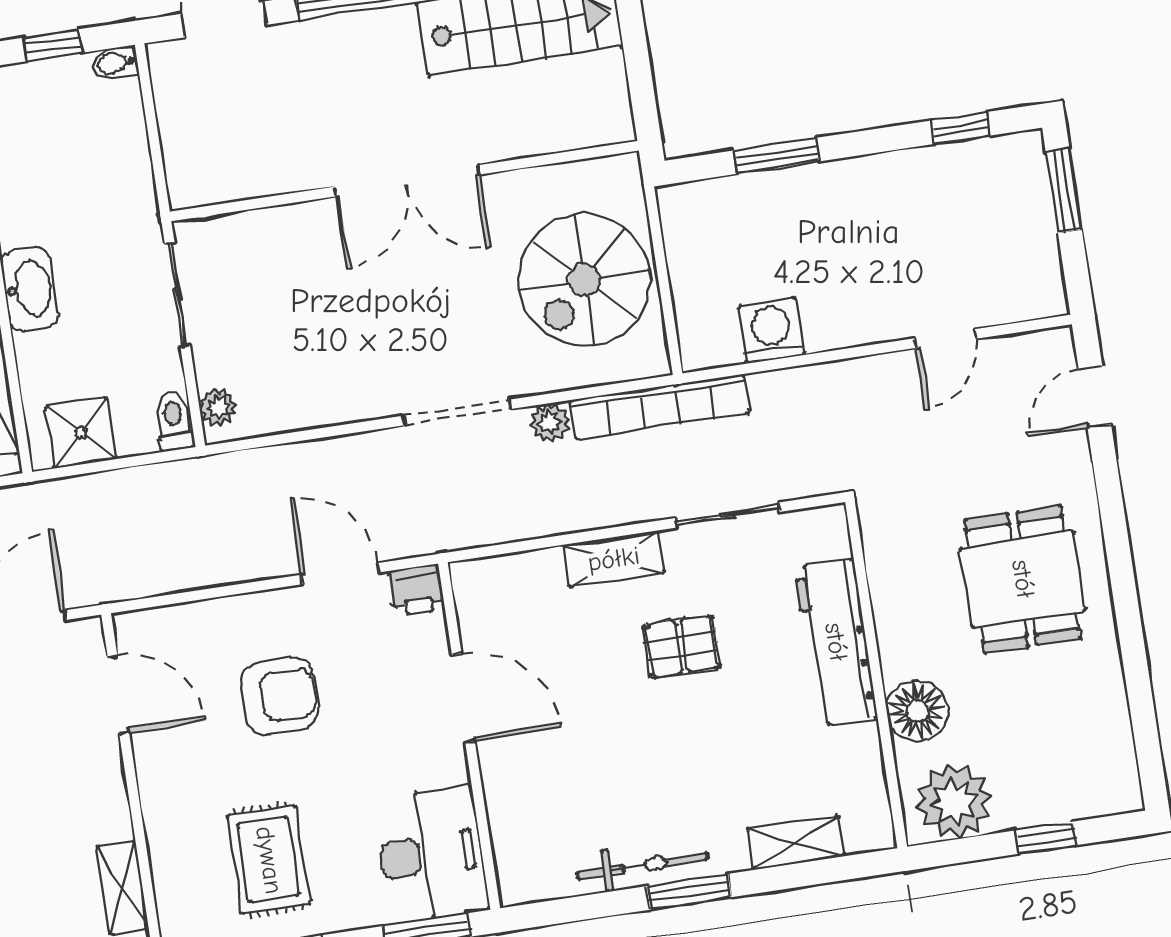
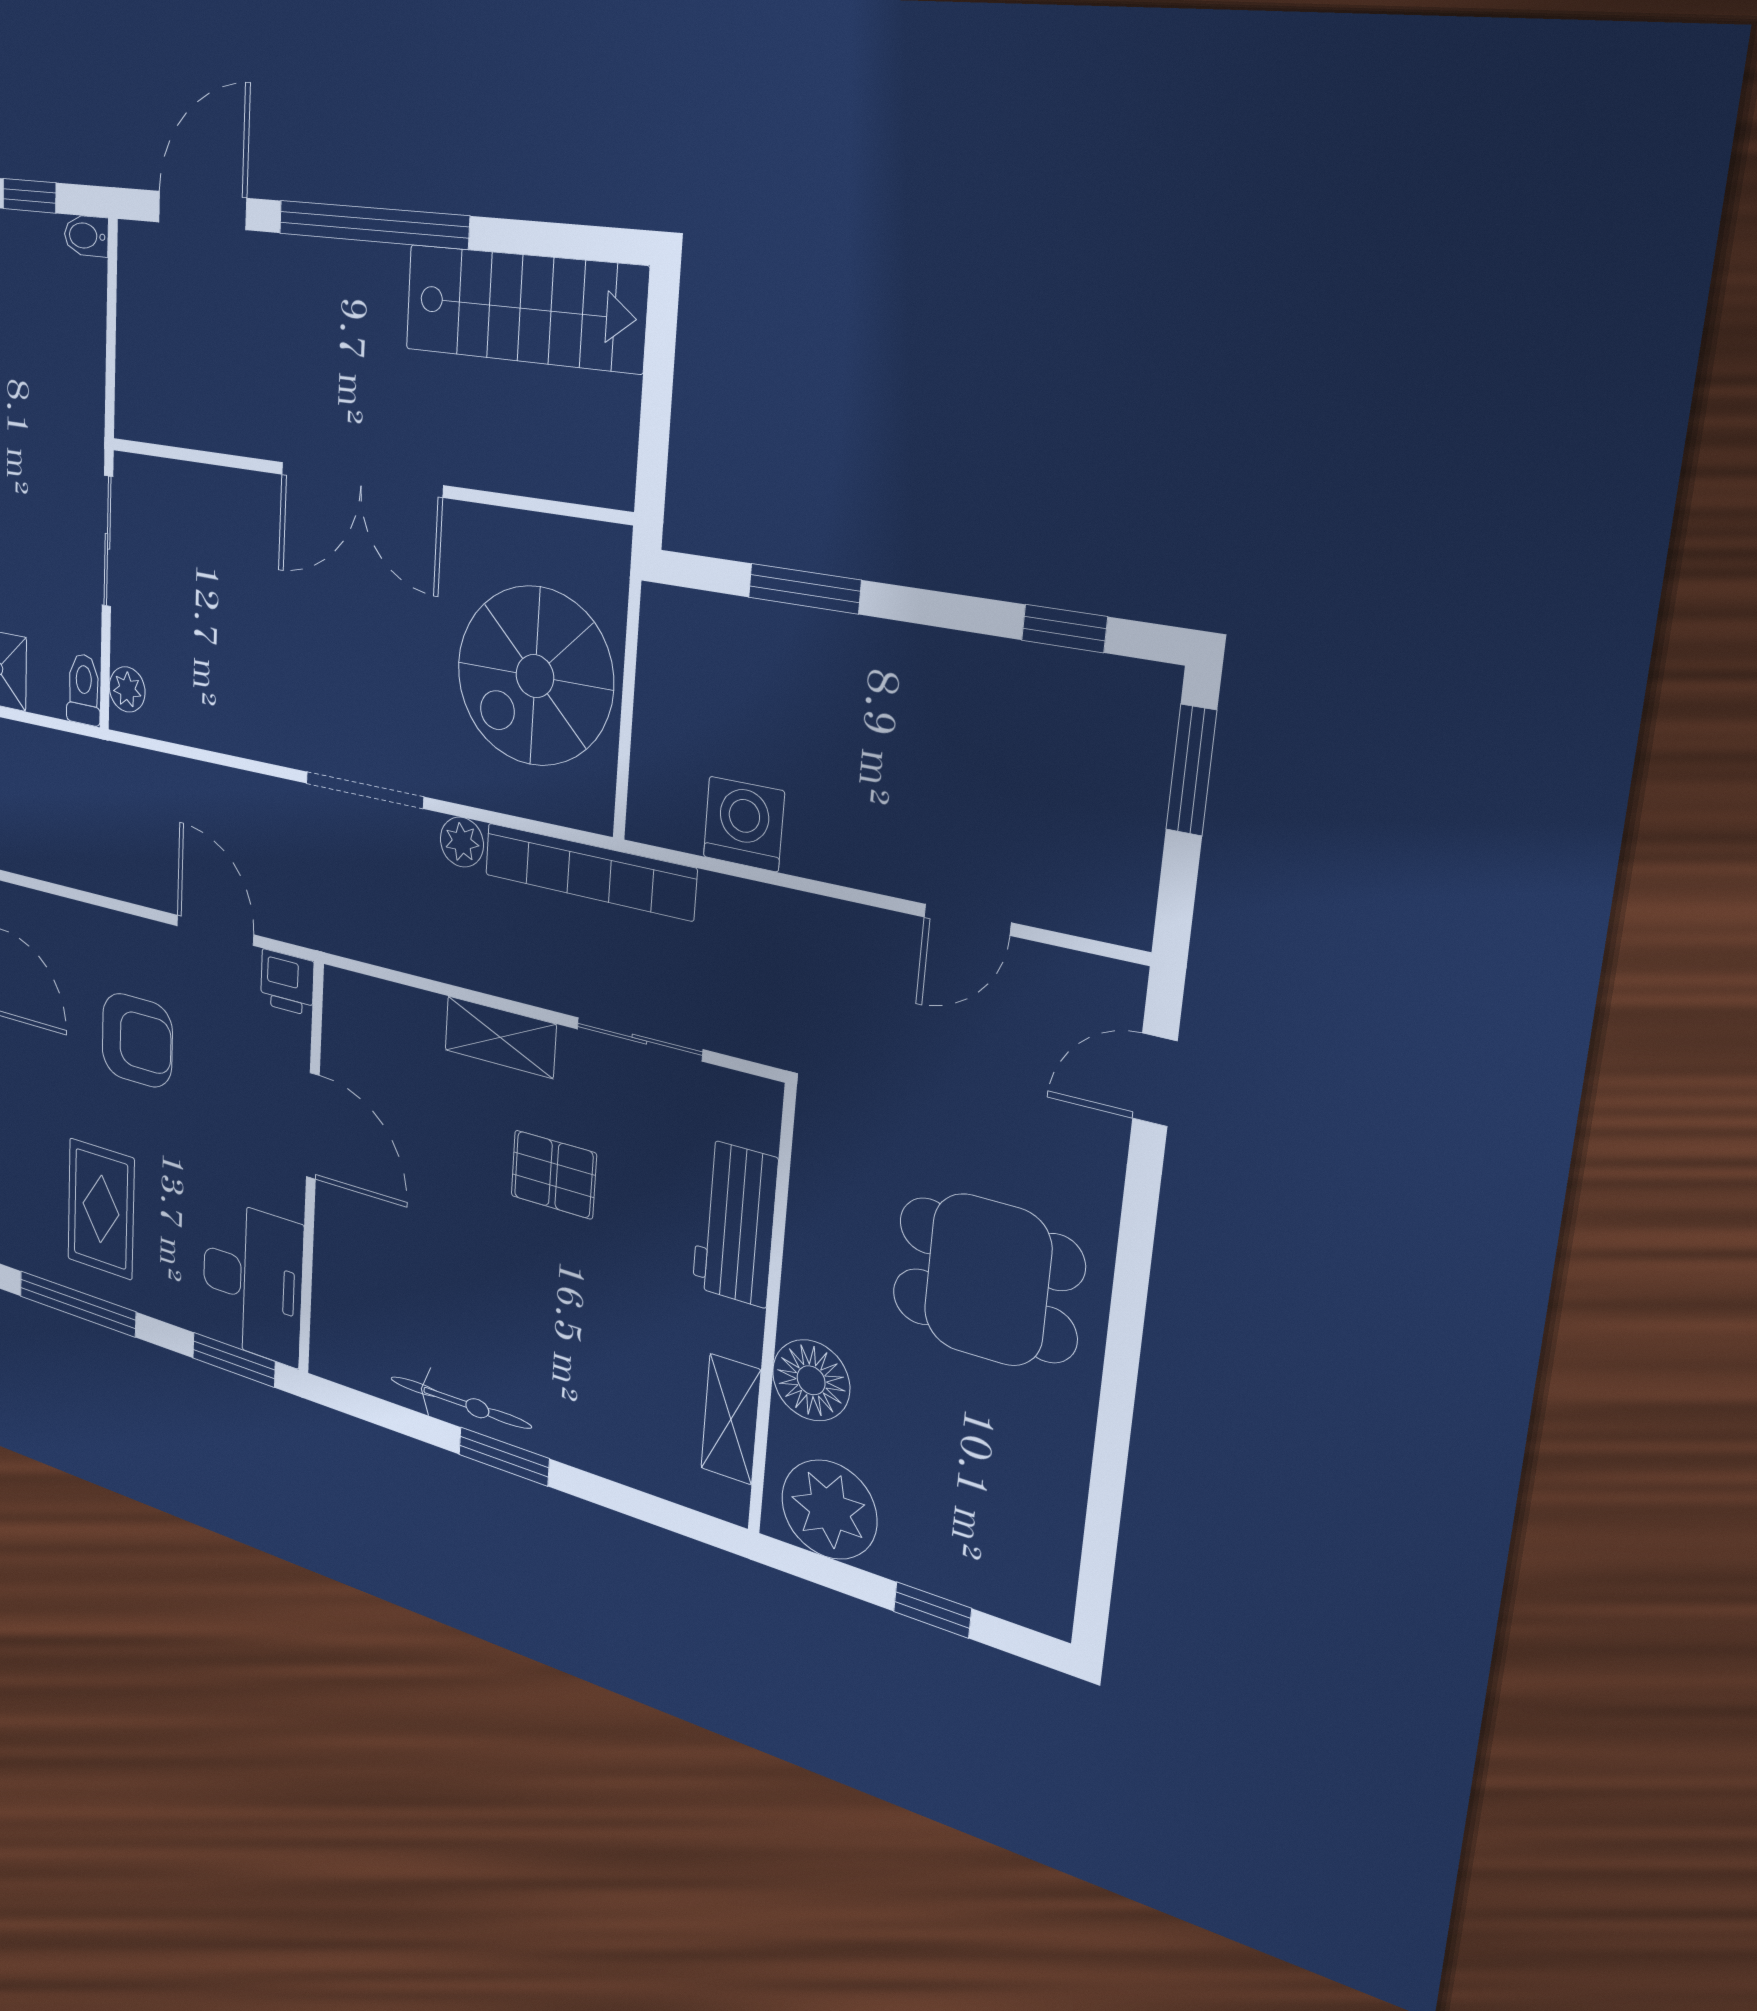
dining table: (1023, 579) -> (988, 1280), turned 90
workbench: (836, 642) -> (735, 1223), width x0.73
shelving: (796, 842) -> (731, 1419), moved, turned 90

